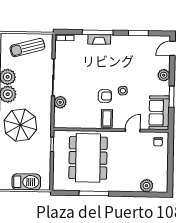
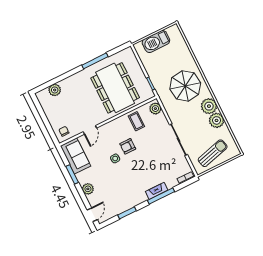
plant: (60, 102) -> (155, 109), moved
coffee table: (107, 118) -> (136, 121), moved

